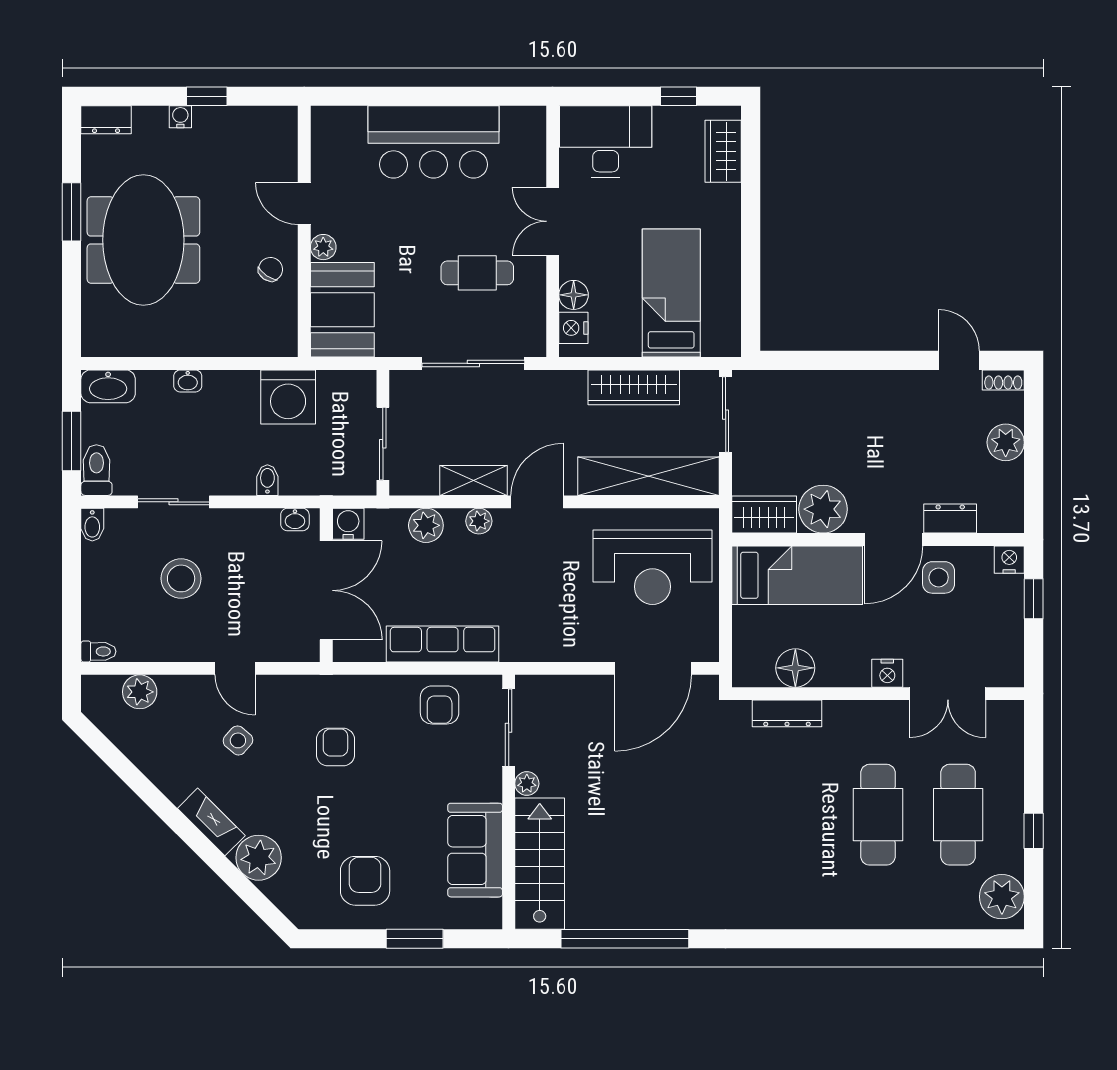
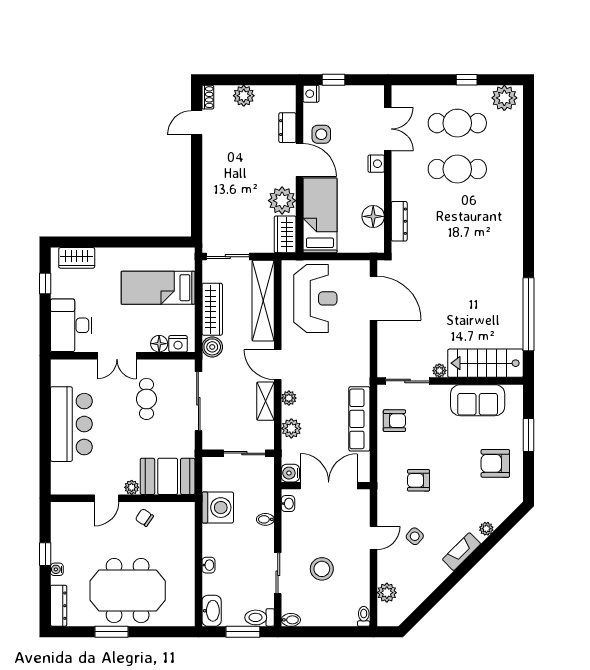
dresser: (106, 120) -> (59, 606), width x1.44
boiler: (568, 388) -> (212, 347), added
plant: (259, 858) -> (486, 529), width x0.53, depth x0.53

